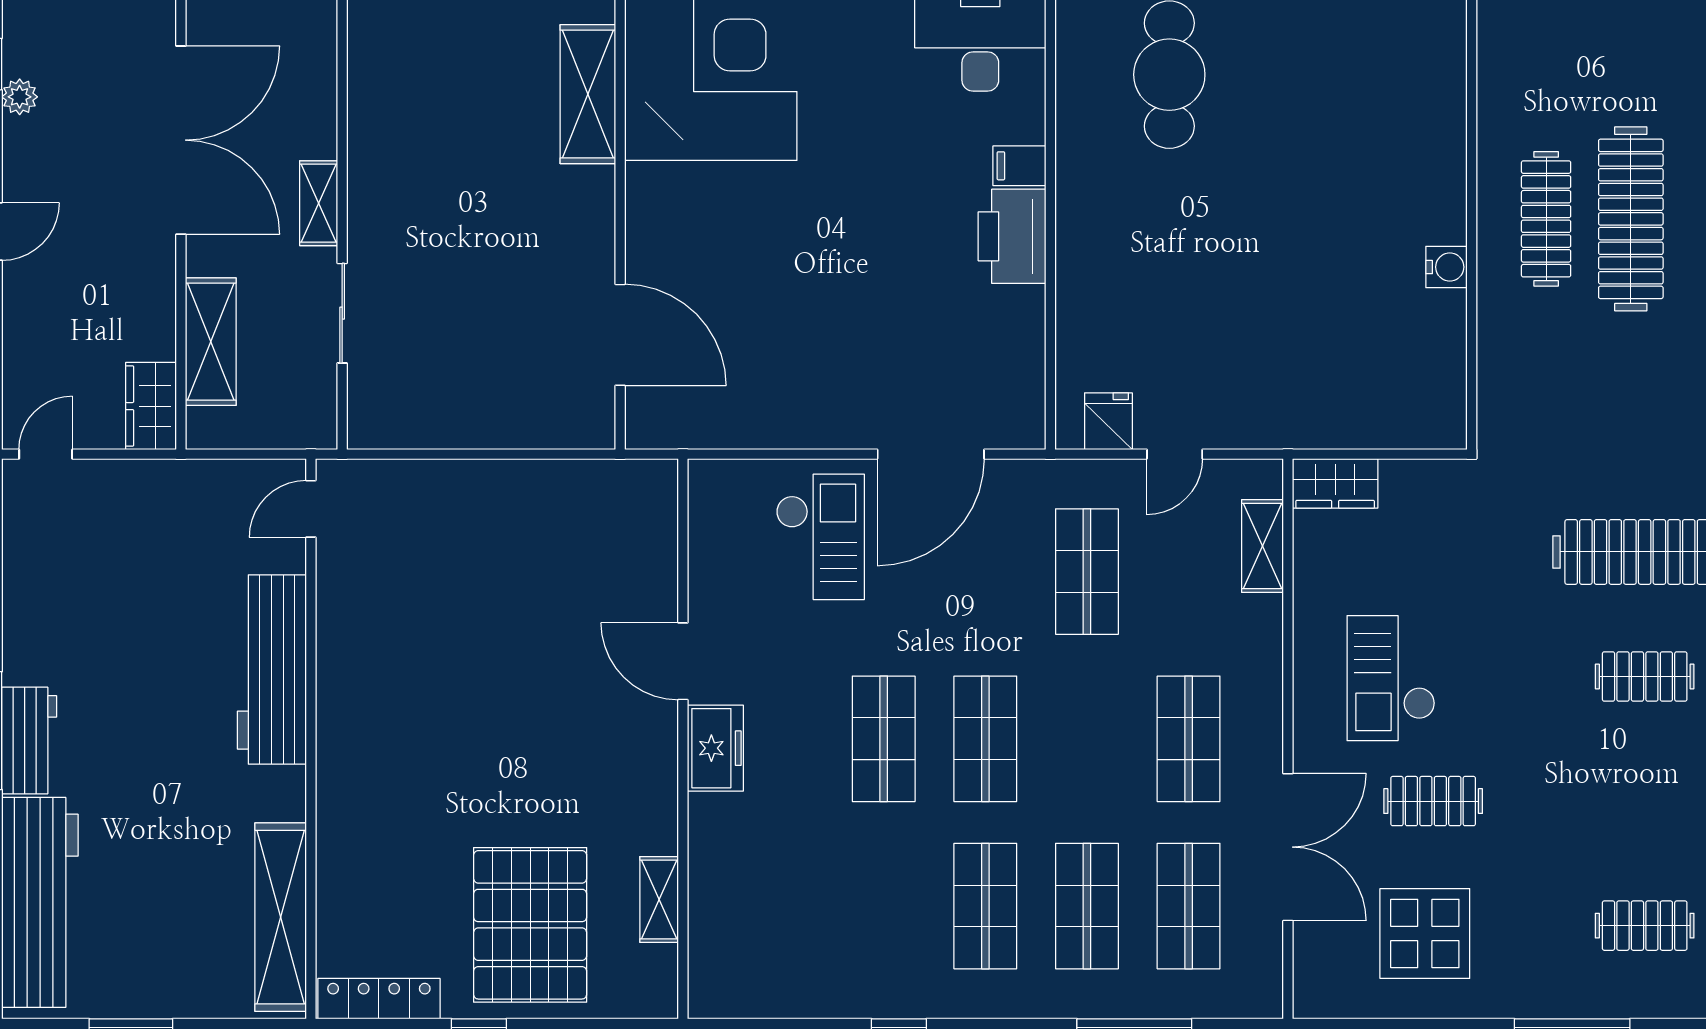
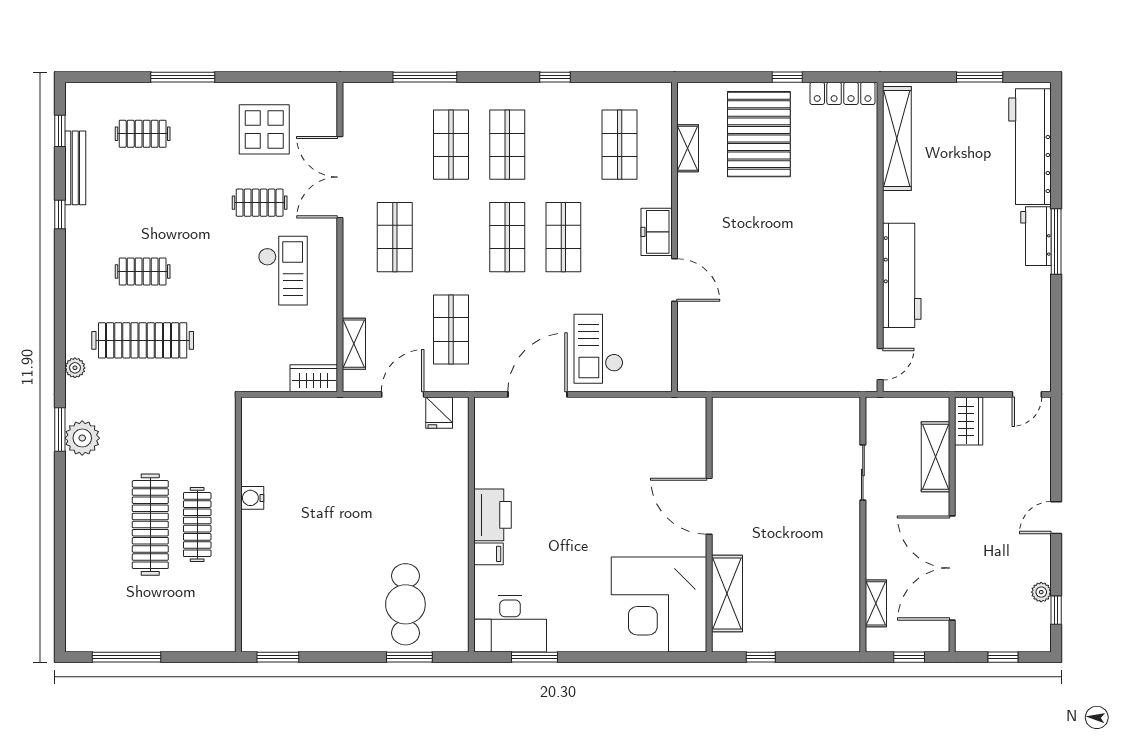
shelving: (319, 203) -> (876, 603), moved
door: (620, 335) -> (709, 506), moved
door: (1175, 454) -> (403, 394), width x1.38
shop shelf: (1189, 906) -> (620, 145), moved

